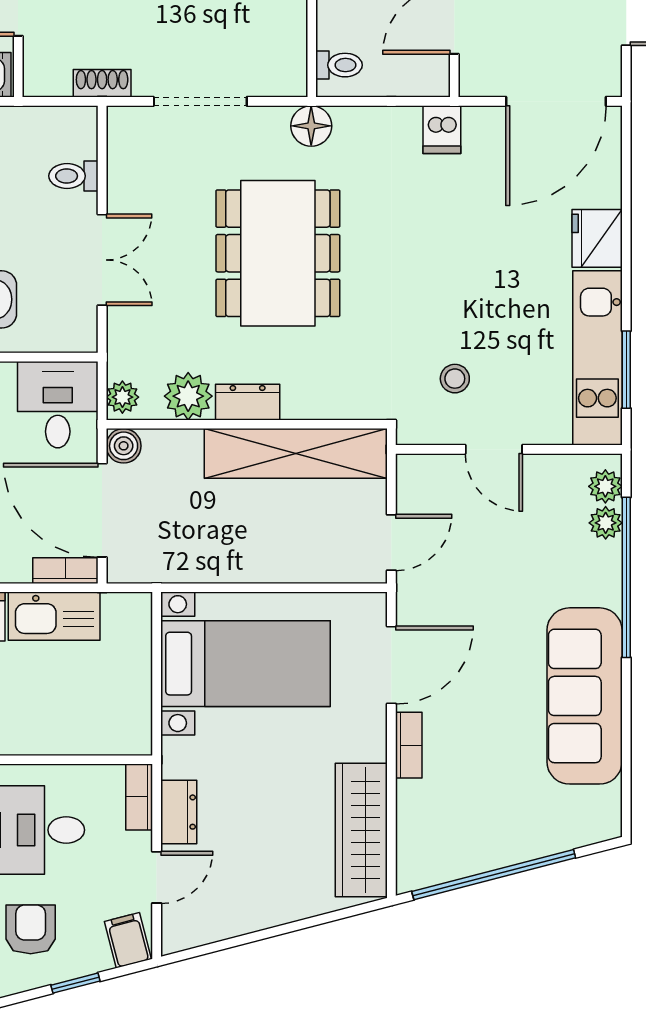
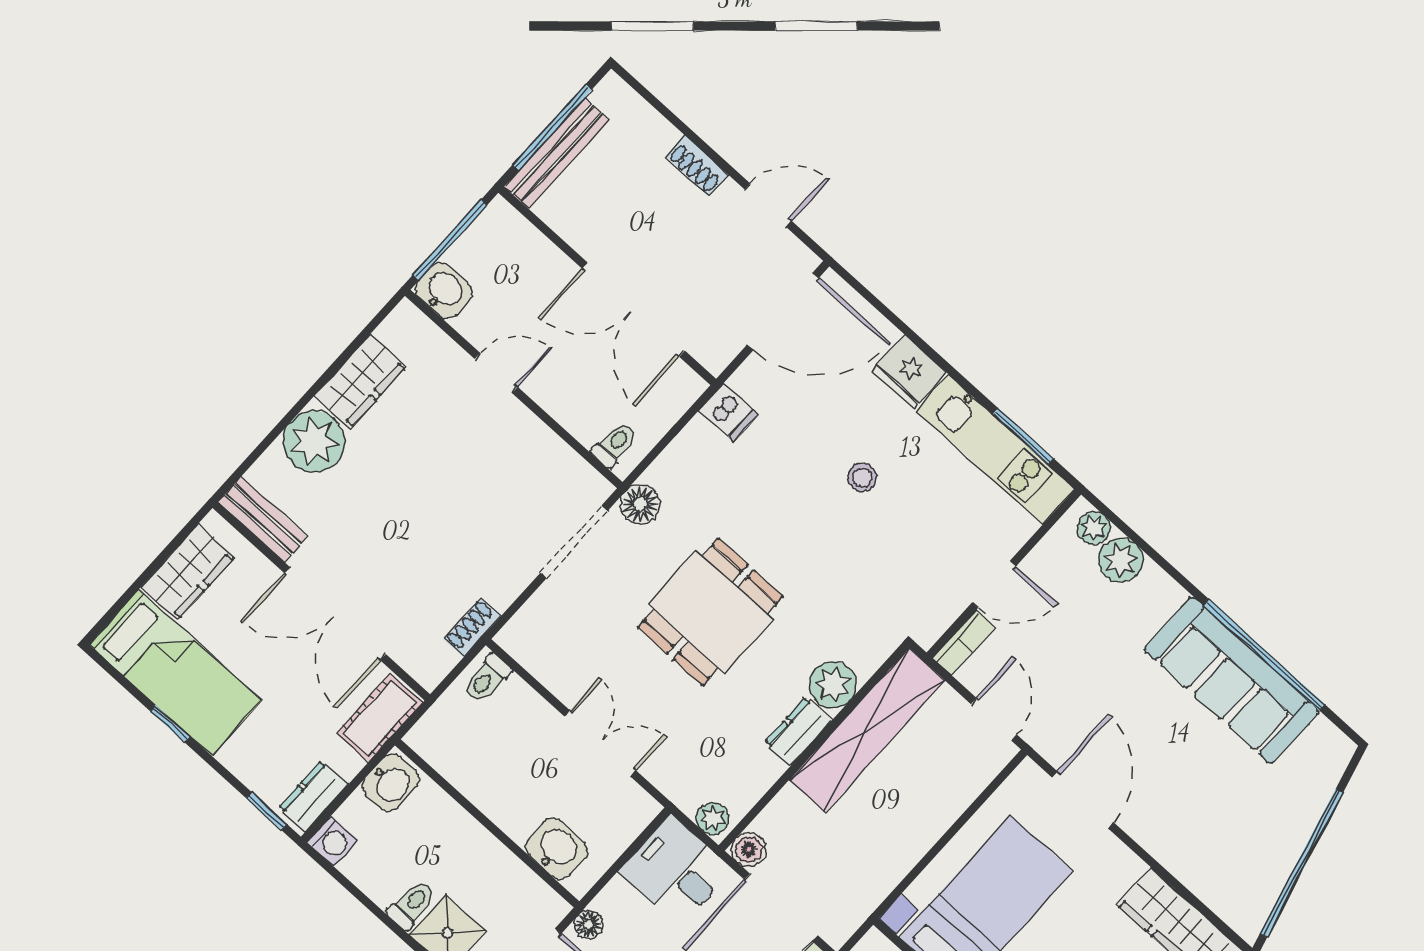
doorway: (200, 101) -> (574, 542), moved
door: (556, 101) -> (783, 311), hinge flipped
toilet: (73, 176) -> (487, 678), moved
dining table: (278, 253) -> (710, 612), width x0.73
stool: (455, 379) -> (862, 477), moved
plant: (188, 396) -> (833, 685), moved
plant: (606, 523) -> (1121, 560), width x1.38, depth x1.38
window: (626, 577) -> (1264, 655), moved
bookcase: (409, 745) -> (964, 643), moved, turned 90

